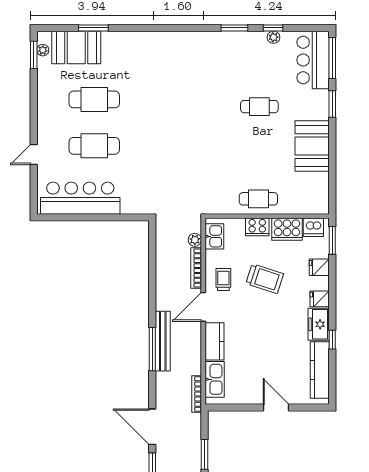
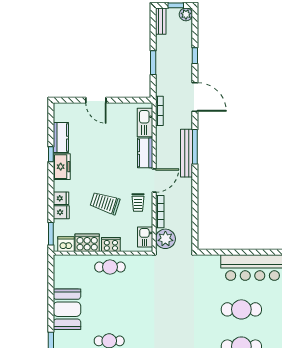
plant: (195, 240) -> (165, 239), width x1.87, depth x1.87
fridge: (320, 299) -> (61, 198), moved
kitchen counter: (320, 370) -> (61, 138), width x0.67
door: (152, 427) -> (195, 97), moved

